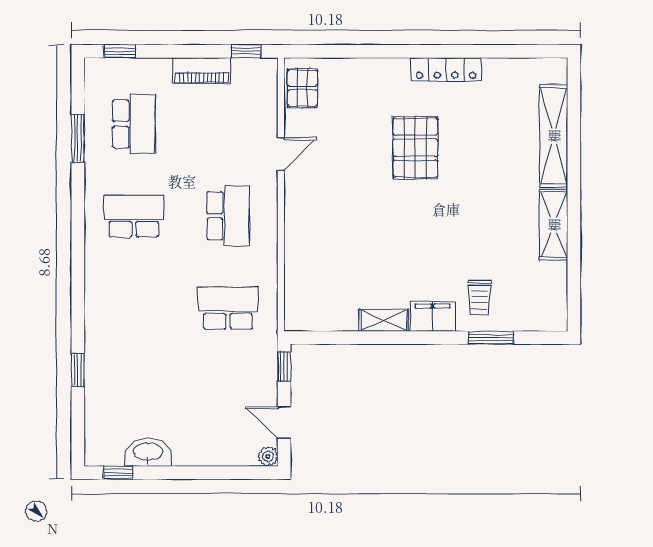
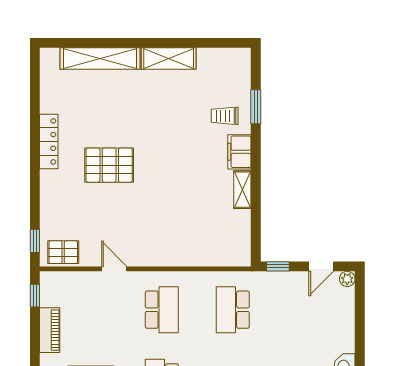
window: (317, 51) -> (35, 241), added
school desk: (228, 216) -> (162, 310), turned 90
trolley: (479, 297) -> (225, 116), turned 180

